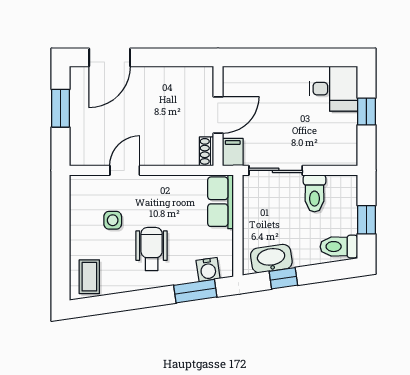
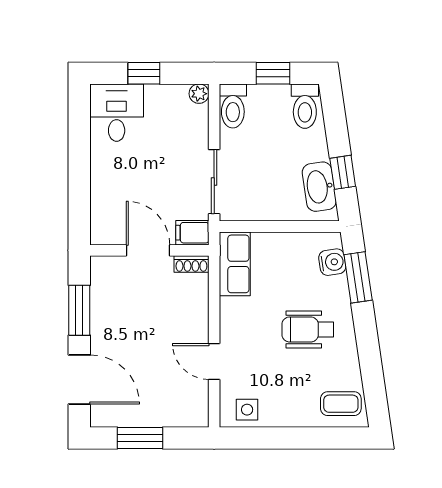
window: (168, 57) -> (79, 310), added
plant: (349, 158) -> (199, 94), added
toilet: (315, 193) -> (233, 106), moved, turned 90
row of seats: (221, 202) -> (235, 264), moved, turned -90
side table: (113, 220) -> (247, 410), moved

